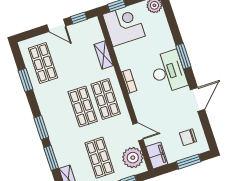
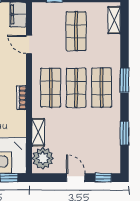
window: (79, 18) -> (103, 178), moved
shop shelf: (43, 63) -> (101, 88), moved
window: (51, 158) -> (125, 47), removed
plant: (133, 158) -> (43, 158), moved

